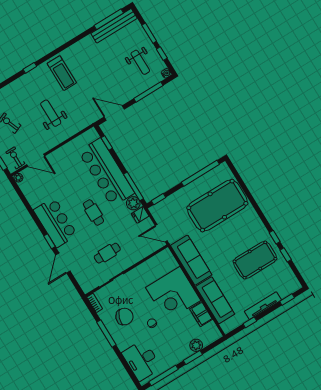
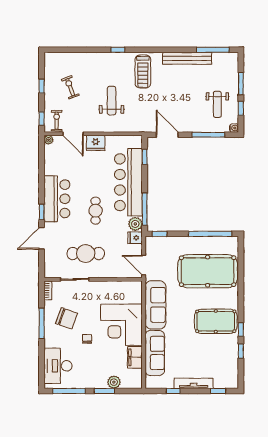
bench: (114, 26) -> (187, 58), moved
fridge: (59, 156) -> (96, 143), added
cafe table: (107, 253) -> (86, 254), width x1.37, depth x1.35
pool table: (255, 260) -> (216, 321), moved

